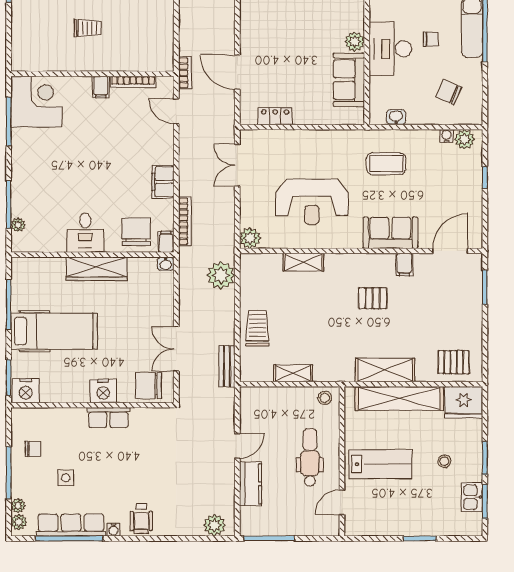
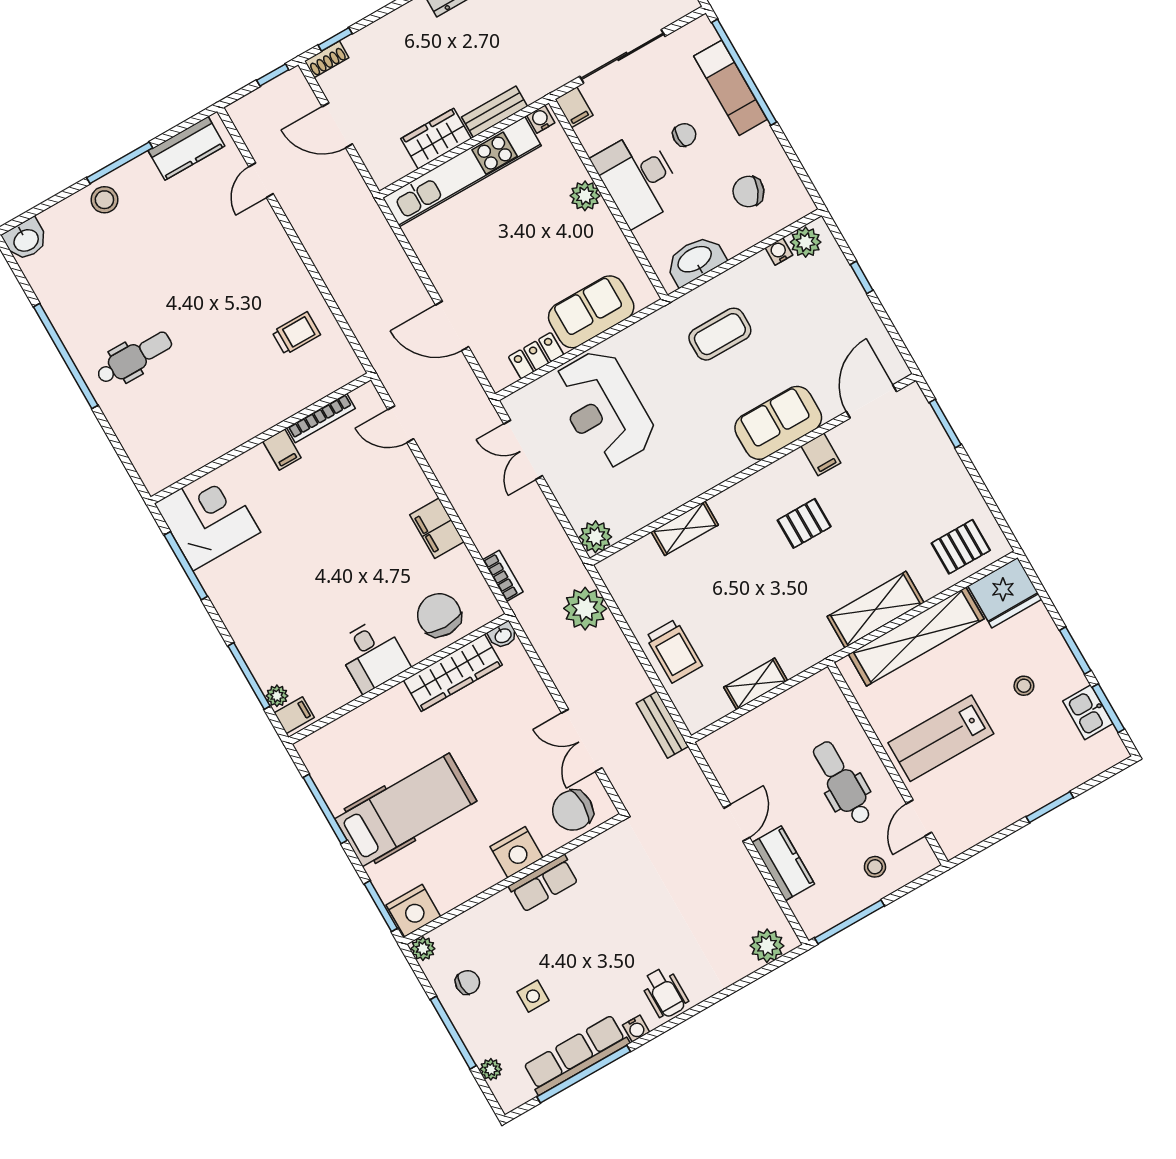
trolley: (88, 28) -> (296, 333), moved
bookcase: (185, 73) -> (383, 367), removed
sofa: (349, 80) -> (591, 312), moved, turned 90
washbasin: (396, 117) -> (695, 260), width x1.91, depth x1.45
reception desk: (312, 202) -> (604, 409), moved, turned 90
bookcase: (185, 221) -> (503, 576), width x0.64
filing cabinet: (166, 242) -> (294, 715), moved, turned 90
wardrobe: (97, 269) -> (453, 673), moved
trolley: (257, 328) -> (674, 651), turned 180
stool: (325, 398) -> (875, 867), moved
lab bench: (380, 464) -> (941, 738), turned 180
plant: (19, 522) -> (423, 949), moved

